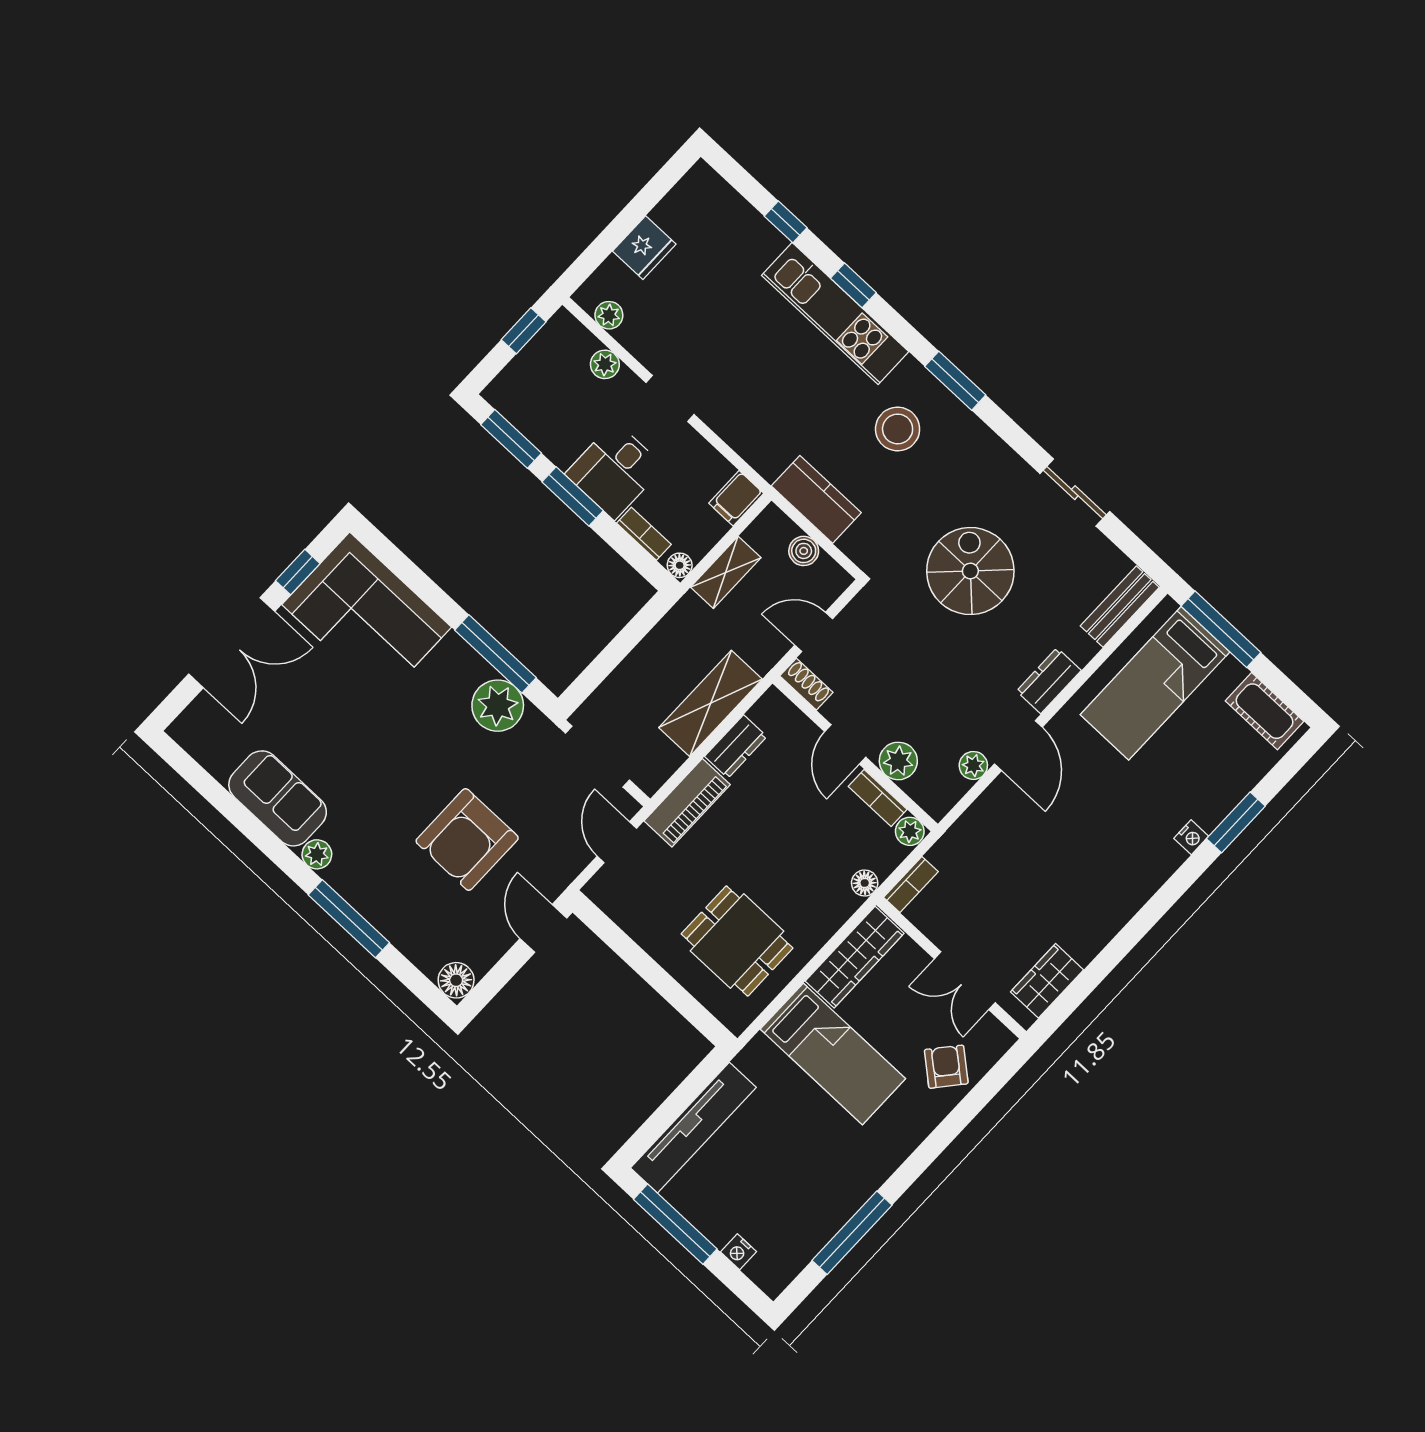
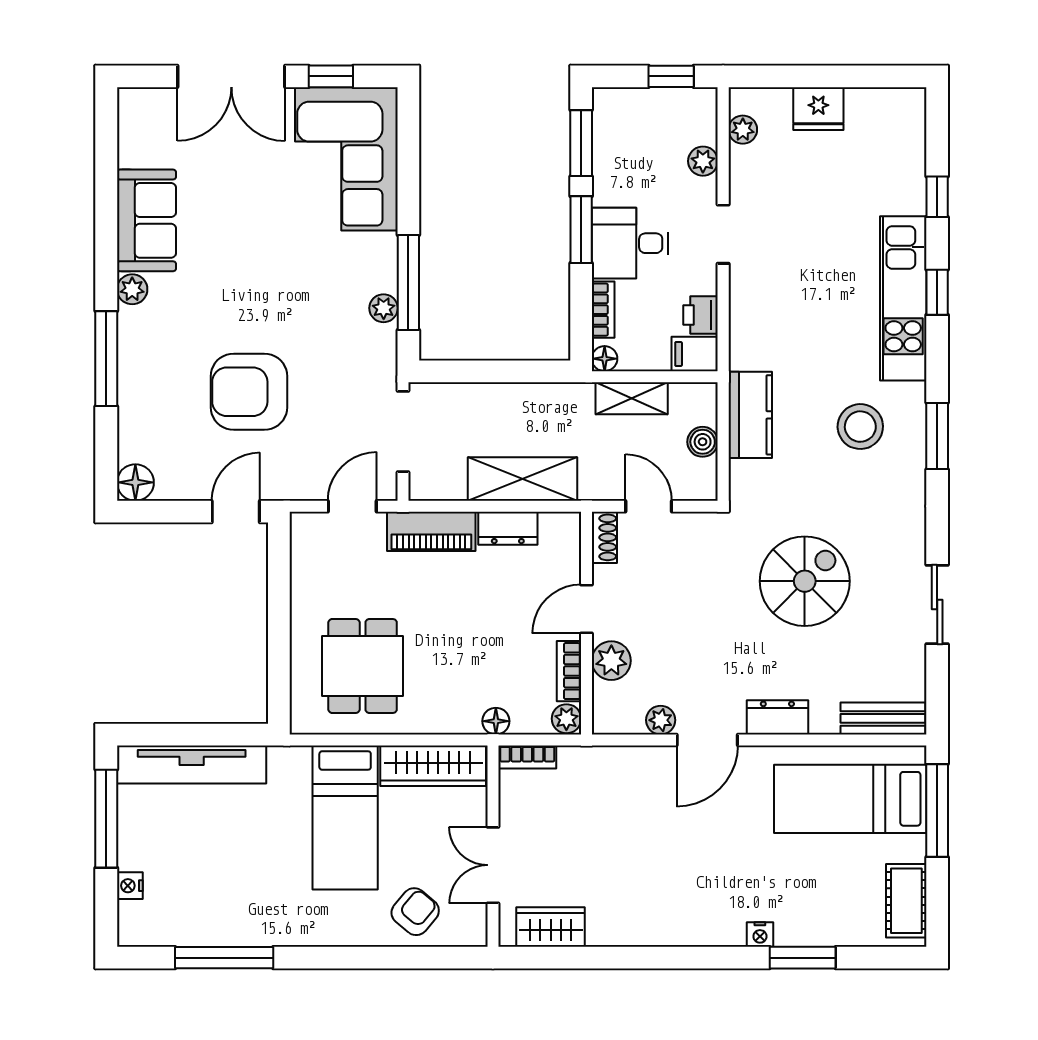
printer: (712, 468) -> (701, 315), added
plant: (498, 706) -> (384, 308), width x0.53, depth x0.53

